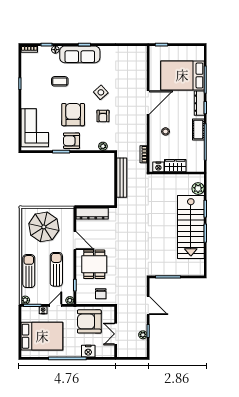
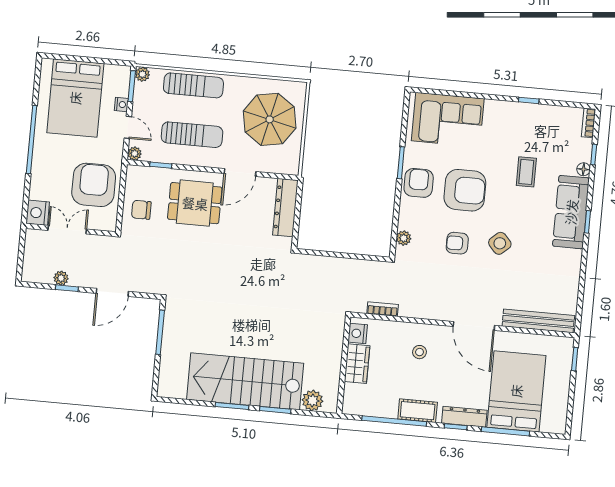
bench: (122, 178) -> (538, 321), moved
nightstand: (88, 351) -> (38, 213), moved

